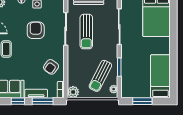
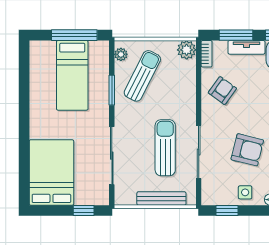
armchair: (36, 30) -> (247, 150), turned -76
bed: (160, 76) -> (72, 75), moved
window: (142, 101) -> (74, 35), width x1.44

